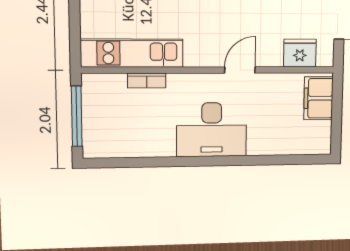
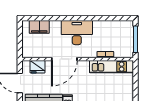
door: (240, 70) -> (64, 59), width x1.87
filing cabinet: (318, 98) -> (39, 27), moved, turned 90

